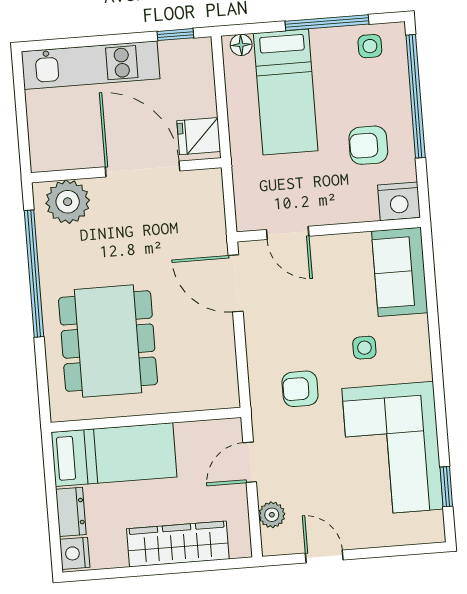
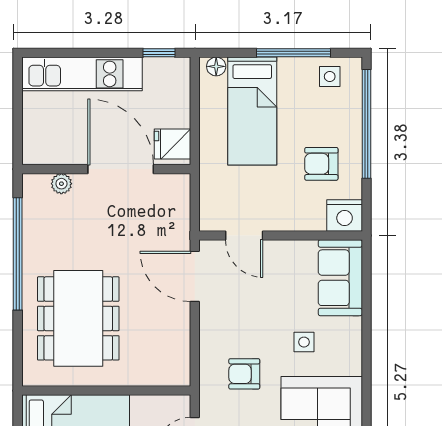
plant: (68, 202) -> (61, 184), width x0.53, depth x0.53

